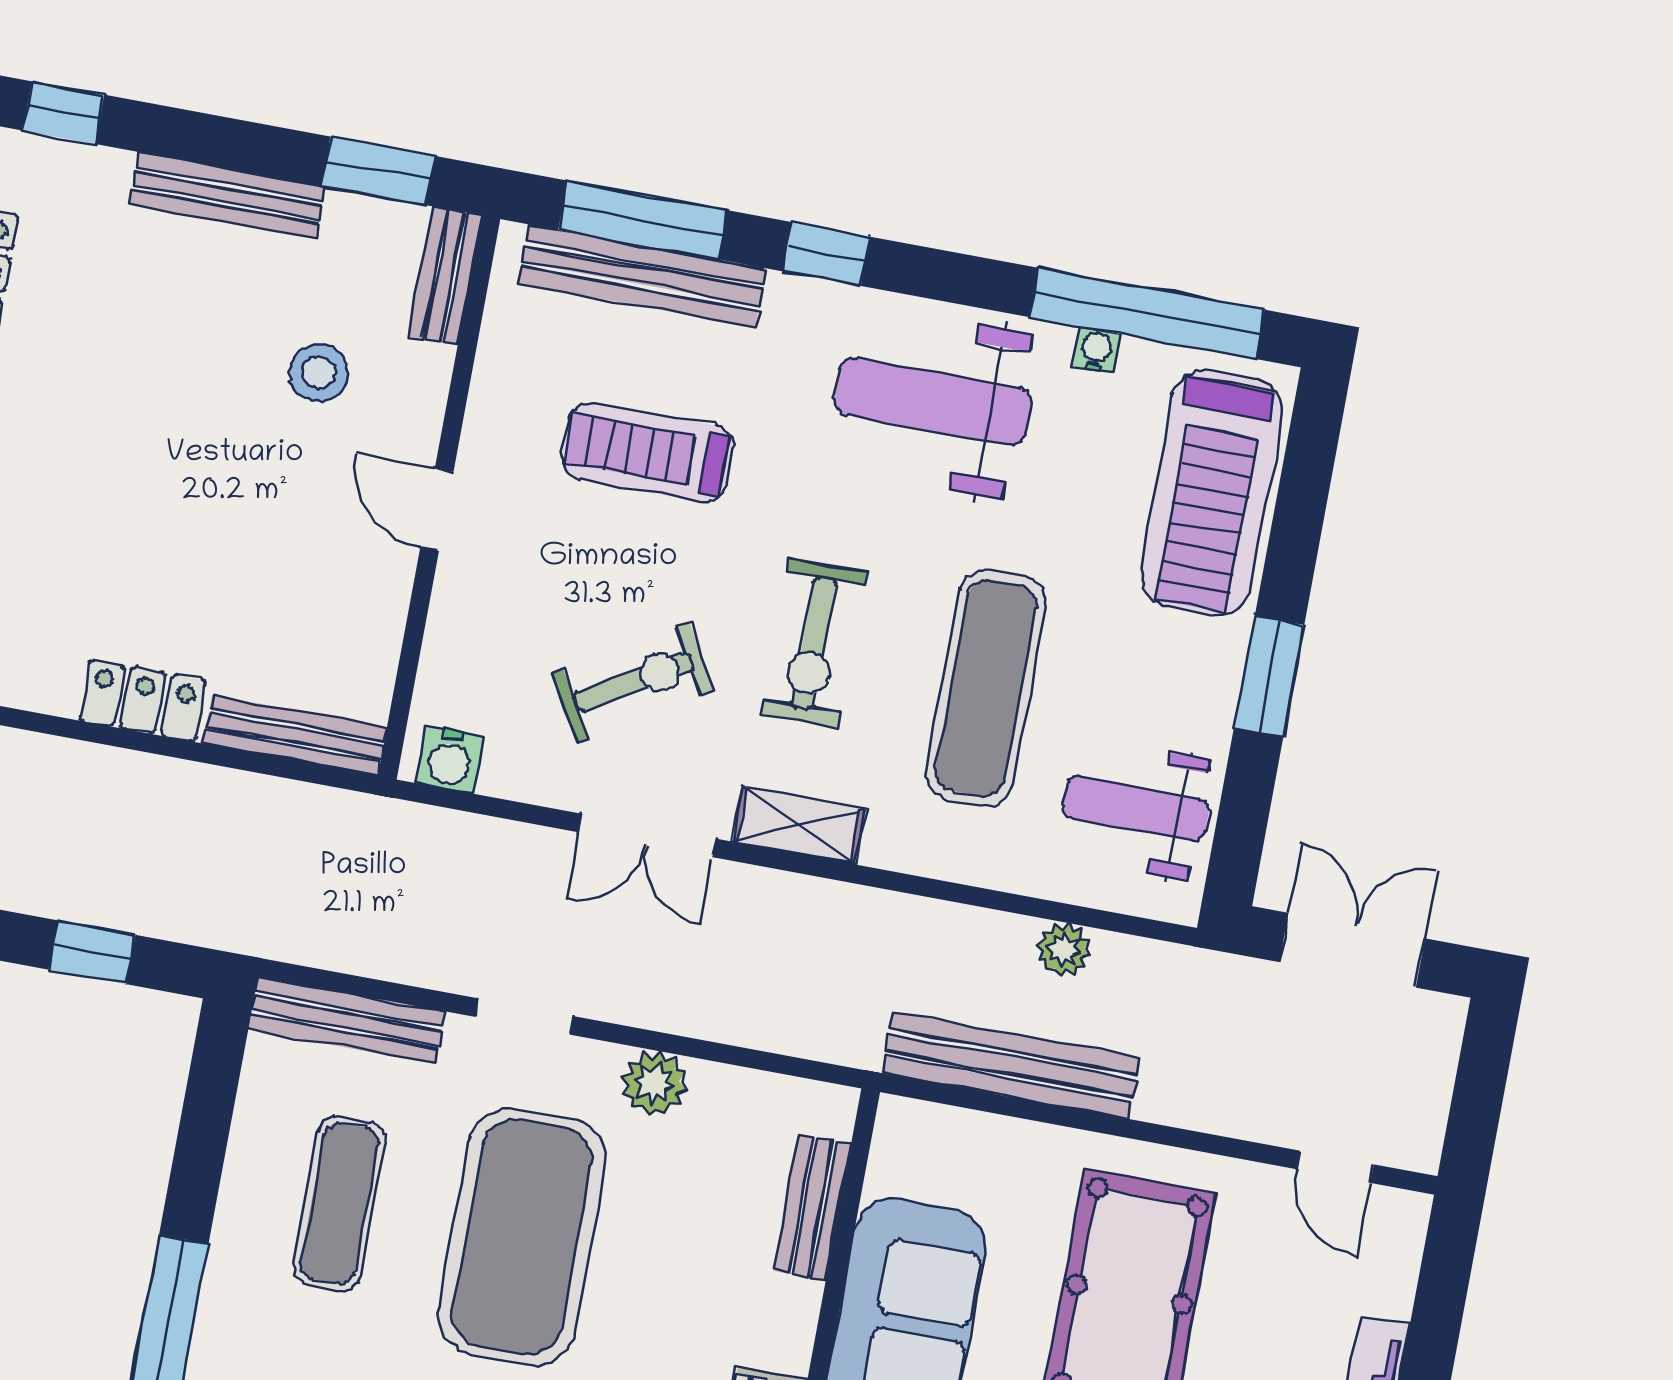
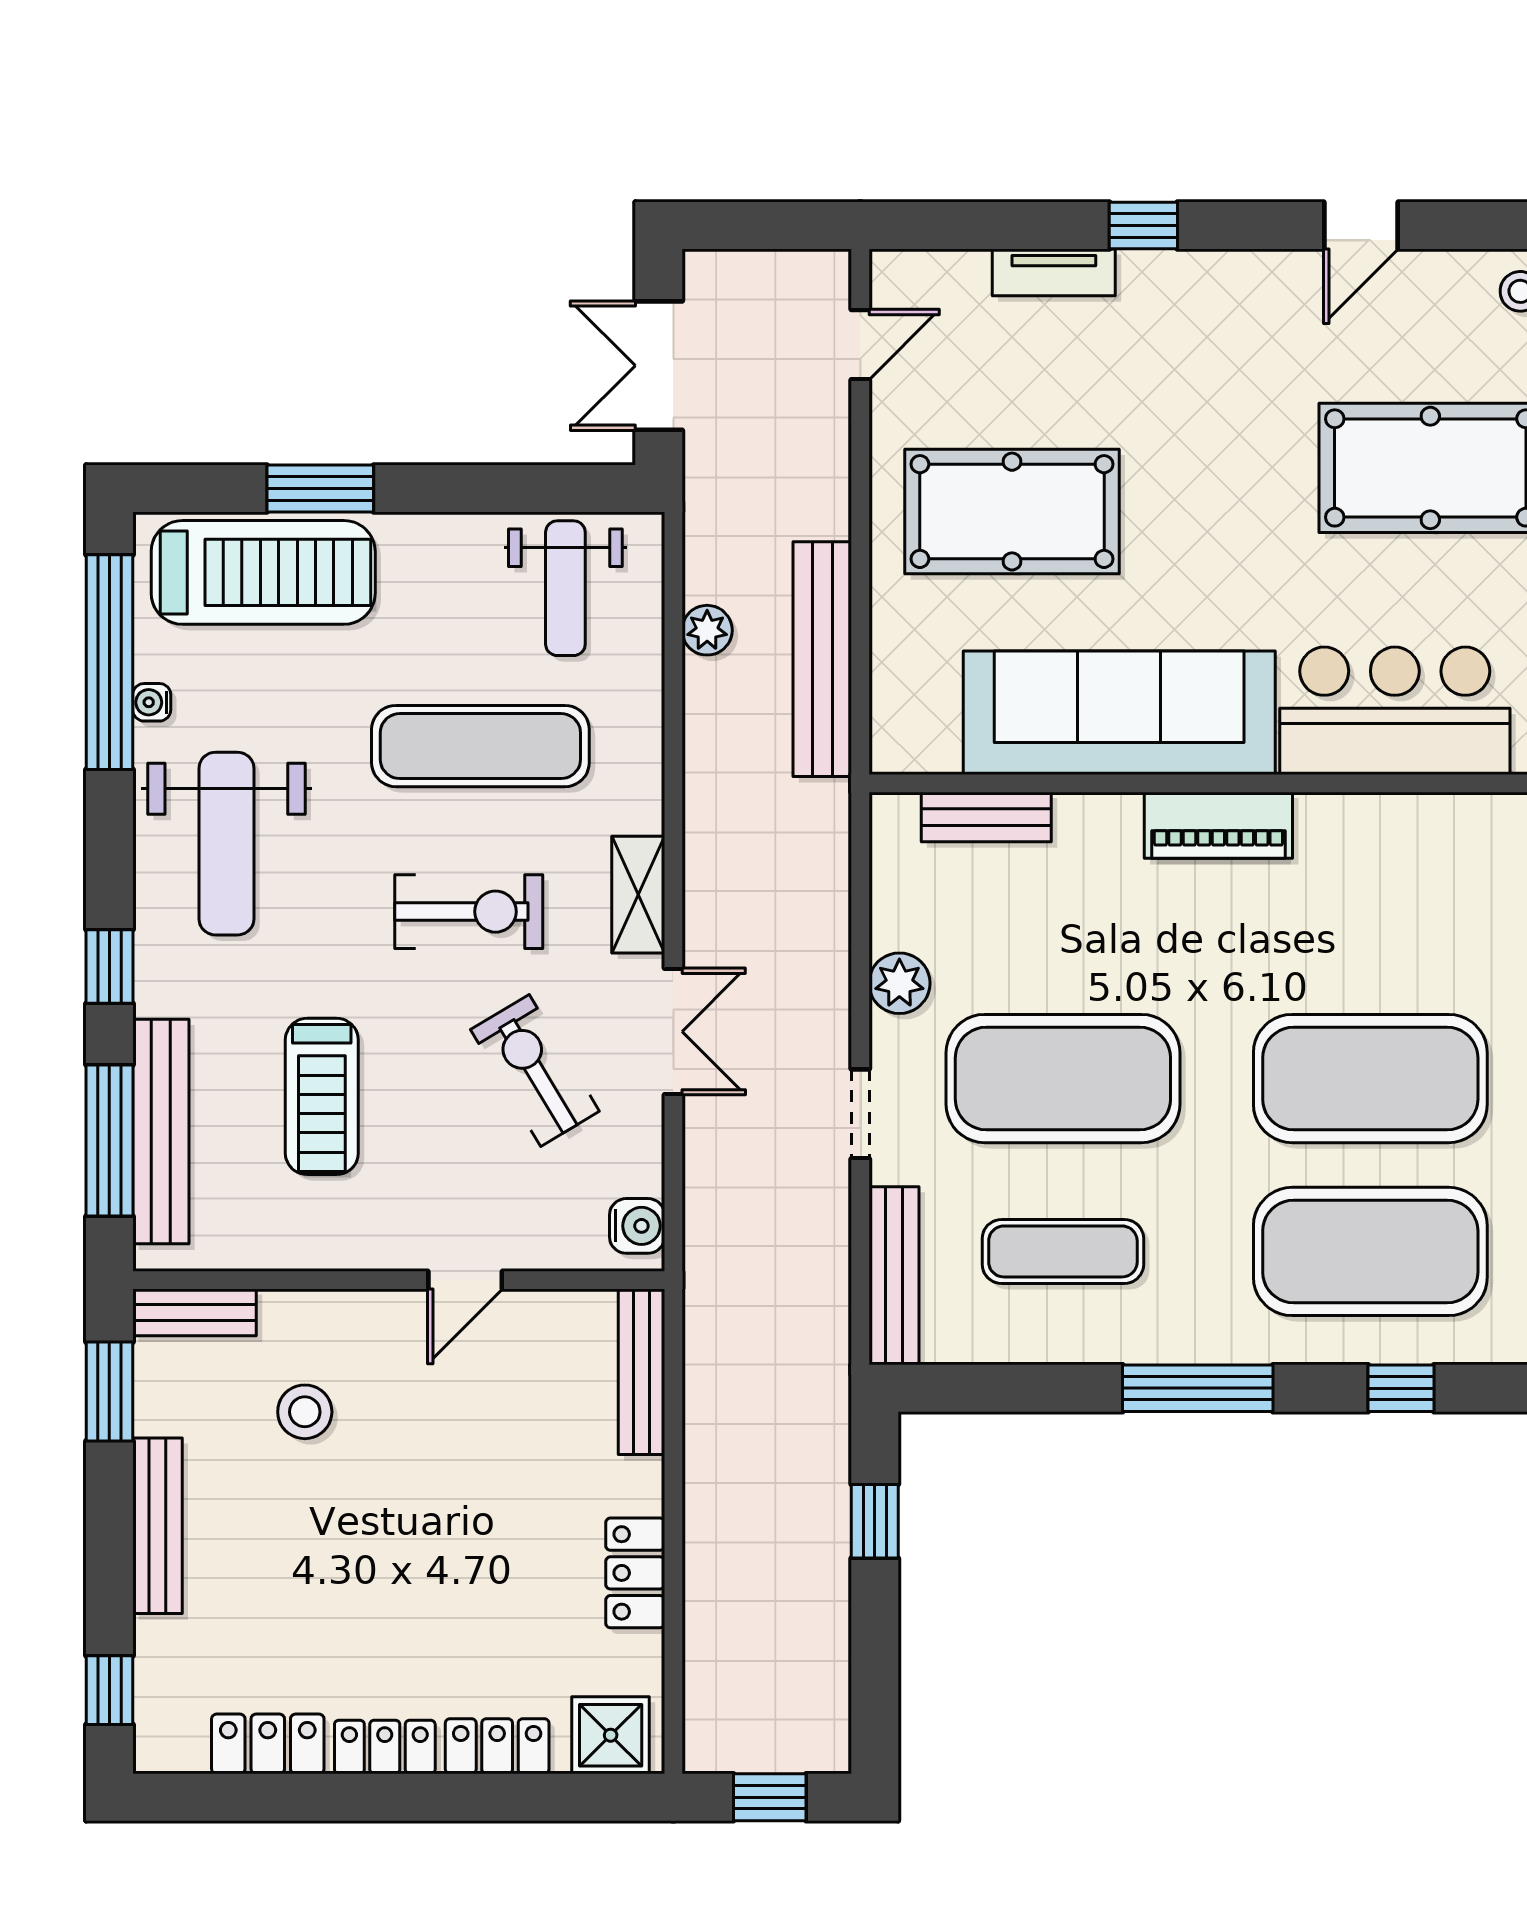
door: (437, 510) -> (465, 1280), moved
window: (1269, 677) -> (320, 488), moved
locker: (143, 700) -> (635, 1573), moved

